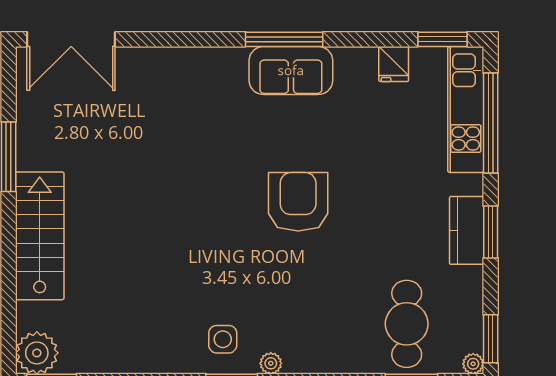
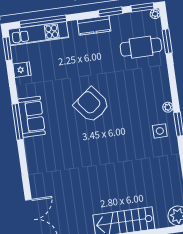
armchair: (298, 202) -> (92, 105), turned 52
window: (491, 232) -> (111, 12), moved

